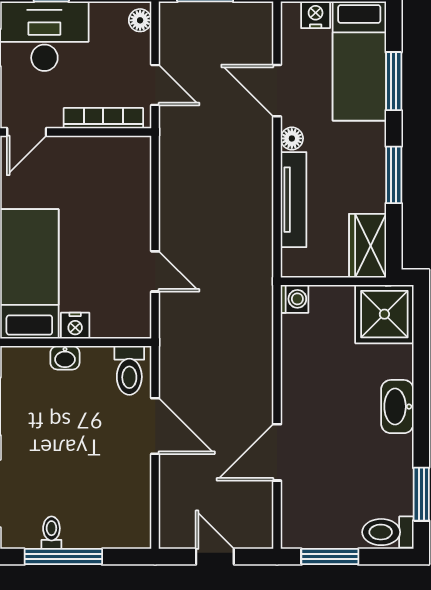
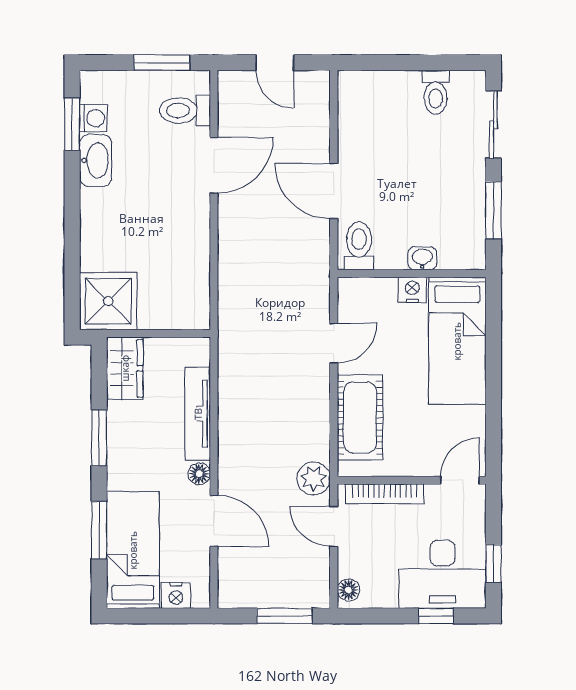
plant: (176, 134) -> (314, 478), added
cot: (128, 196) -> (360, 417), added
door: (155, 271) -> (334, 343), swing flipped
washing machine: (295, 299) -> (93, 118), moved, turned 180
washbasin: (397, 407) -> (96, 160), moved
toilet: (388, 532) -> (185, 111), moved, turned 180
toilet: (51, 533) -> (436, 92), width x1.37, depth x1.39
window: (63, 557) -> (424, 63), removed

